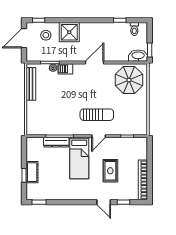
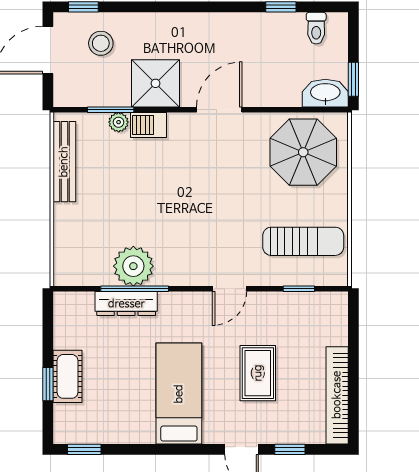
shower: (69, 32) -> (155, 83), moved
sun lounger: (97, 115) -> (303, 241), moved
plant: (59, 127) -> (133, 266), added
bed: (79, 158) -> (179, 394), moved, turned 180

